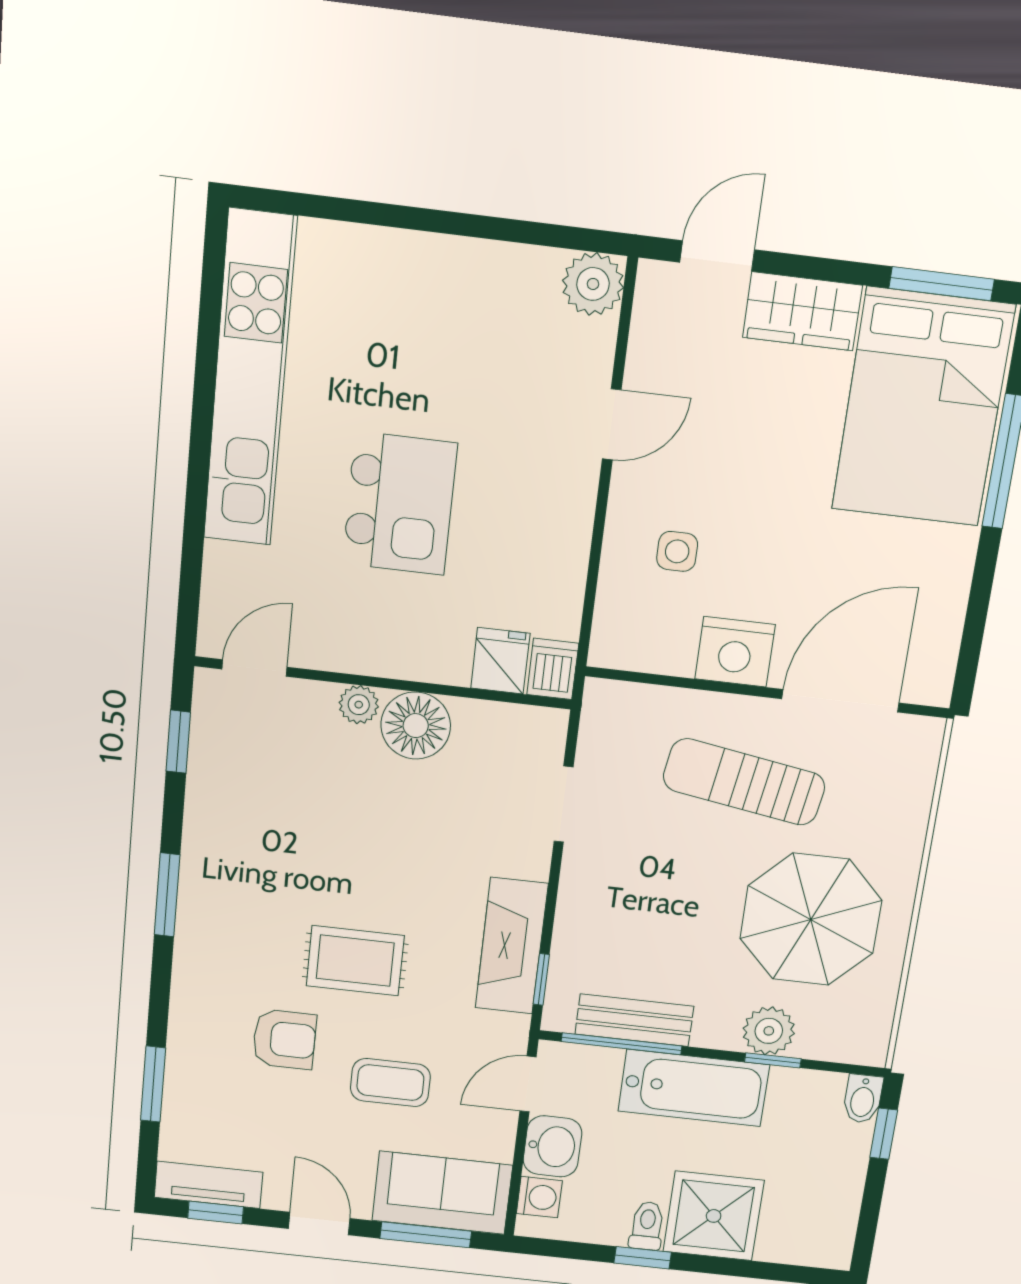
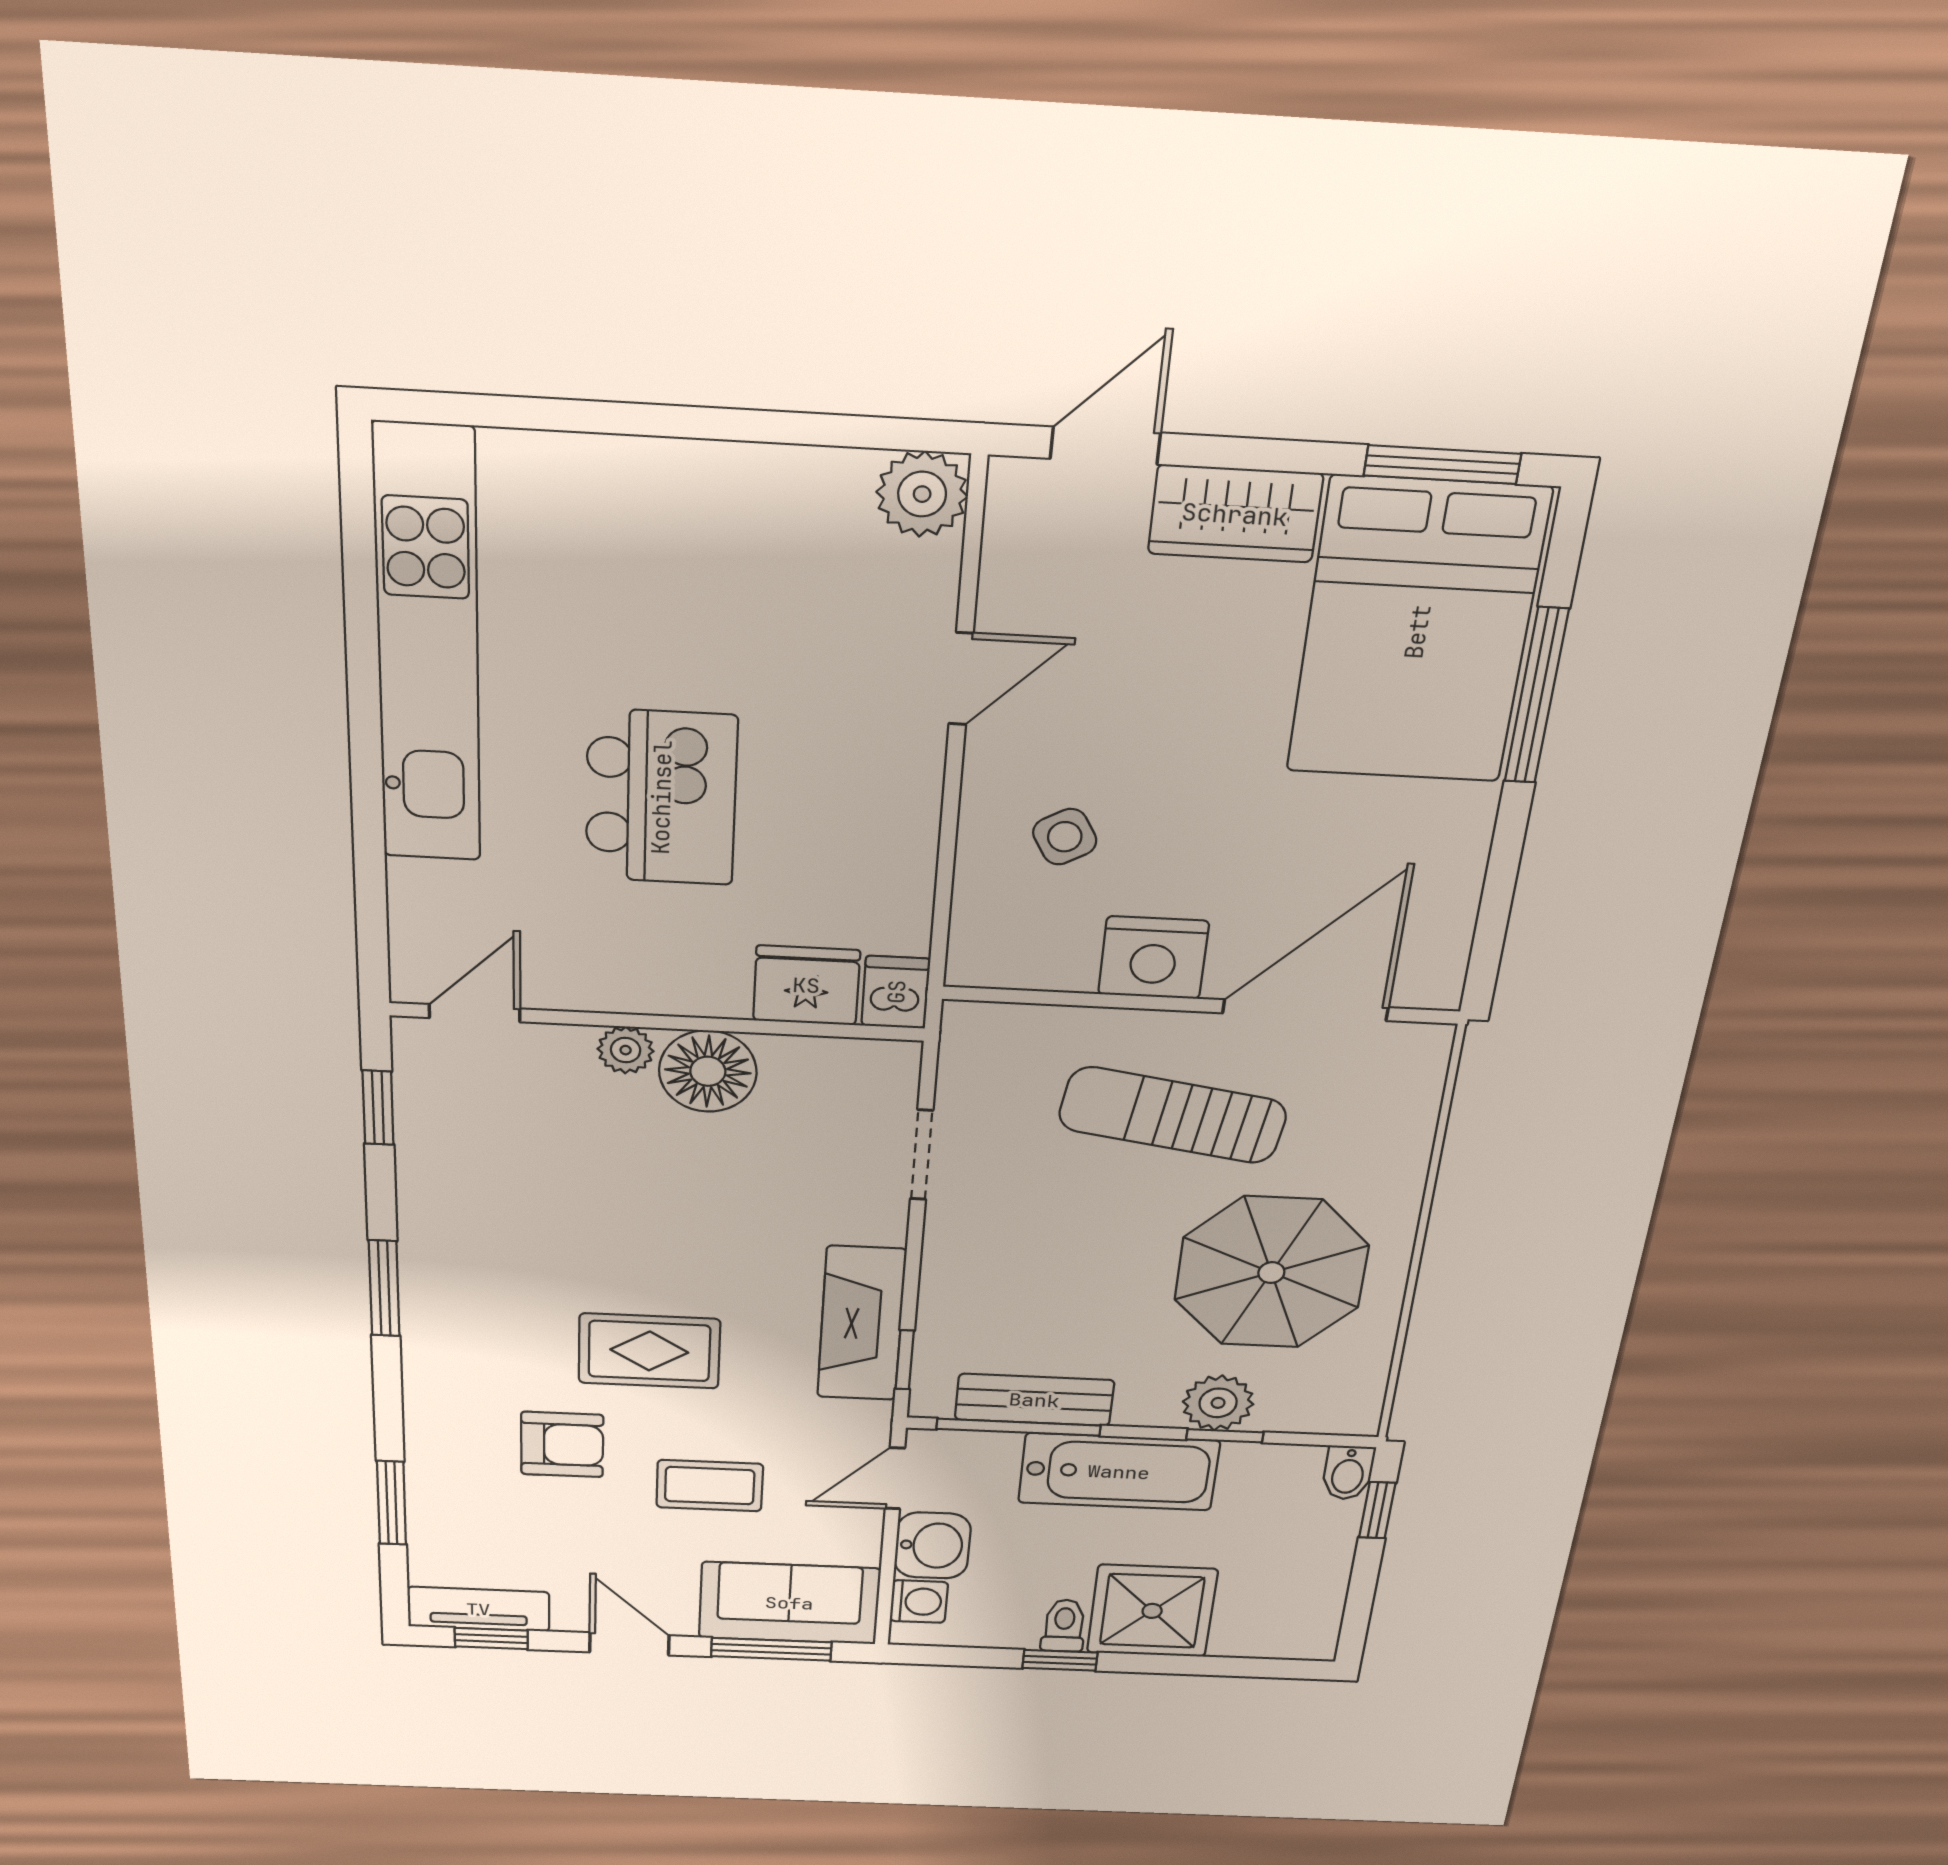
side table: (677, 551) -> (1065, 837), turned -30
fridge: (500, 661) -> (806, 985), width x1.38

